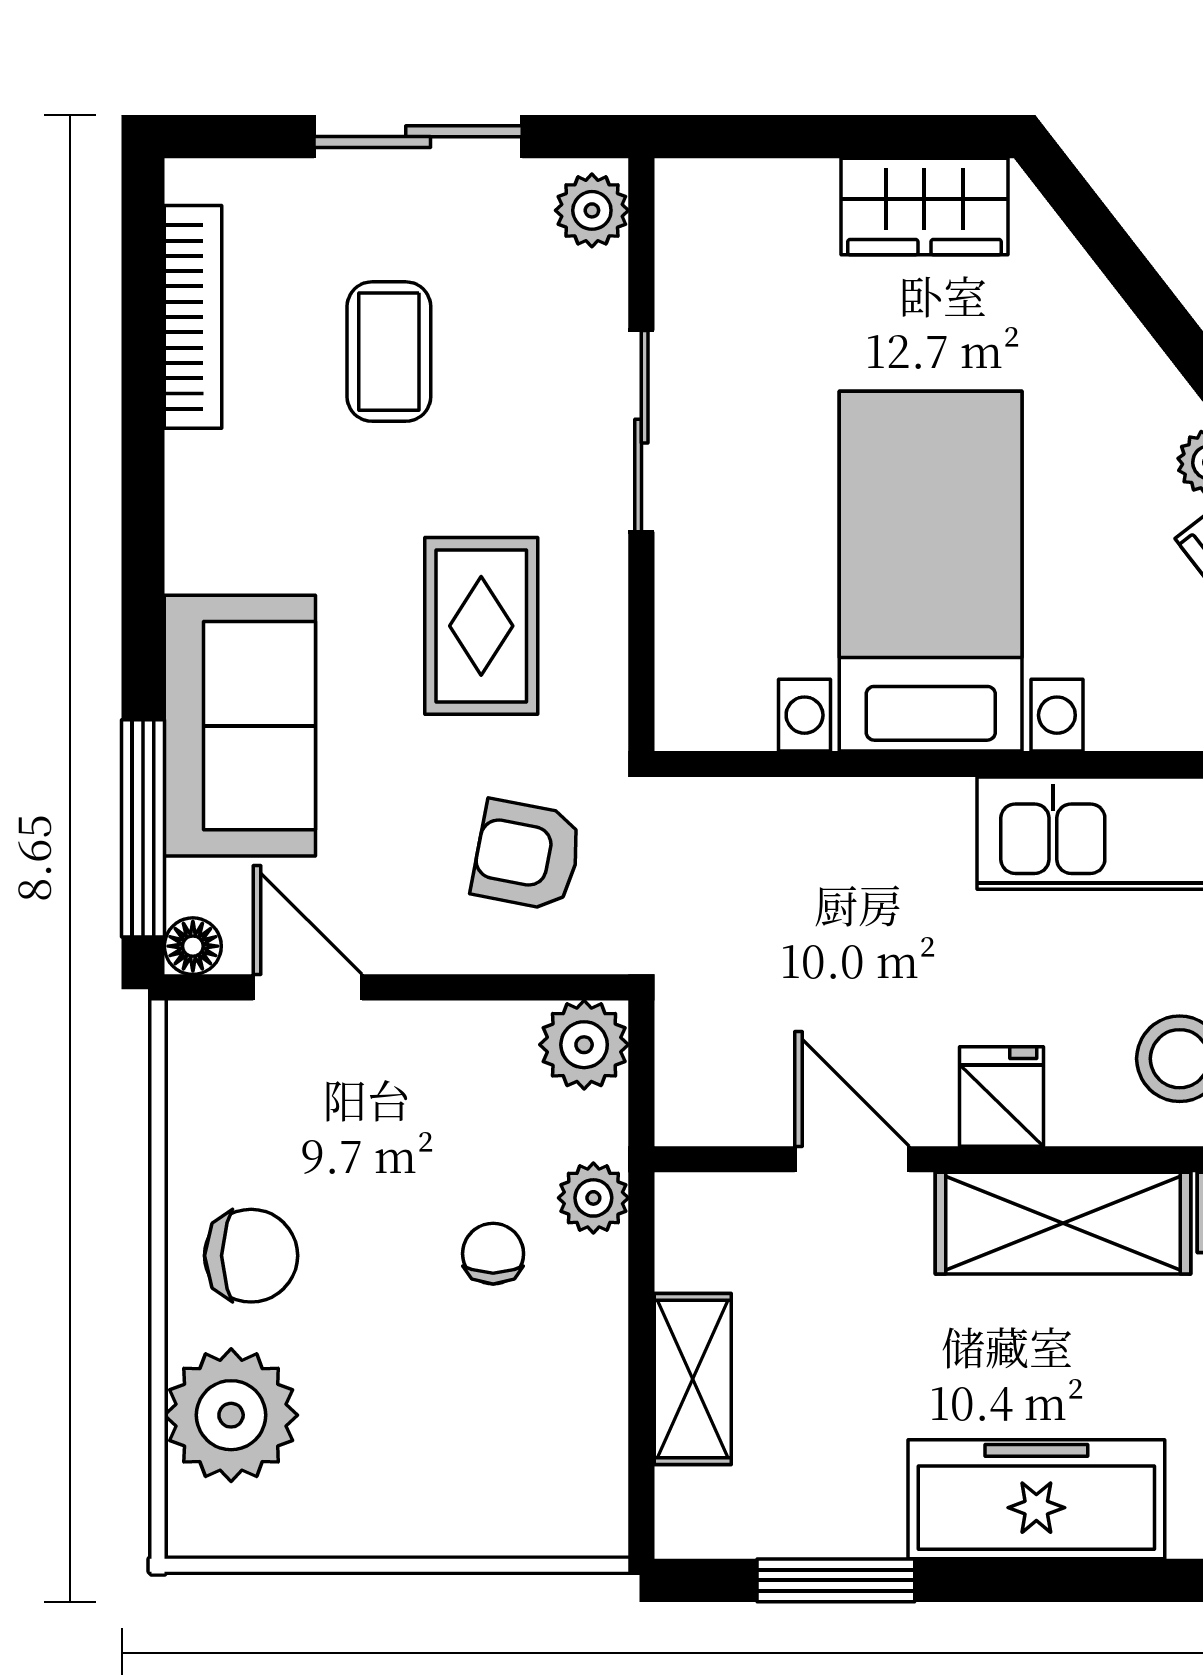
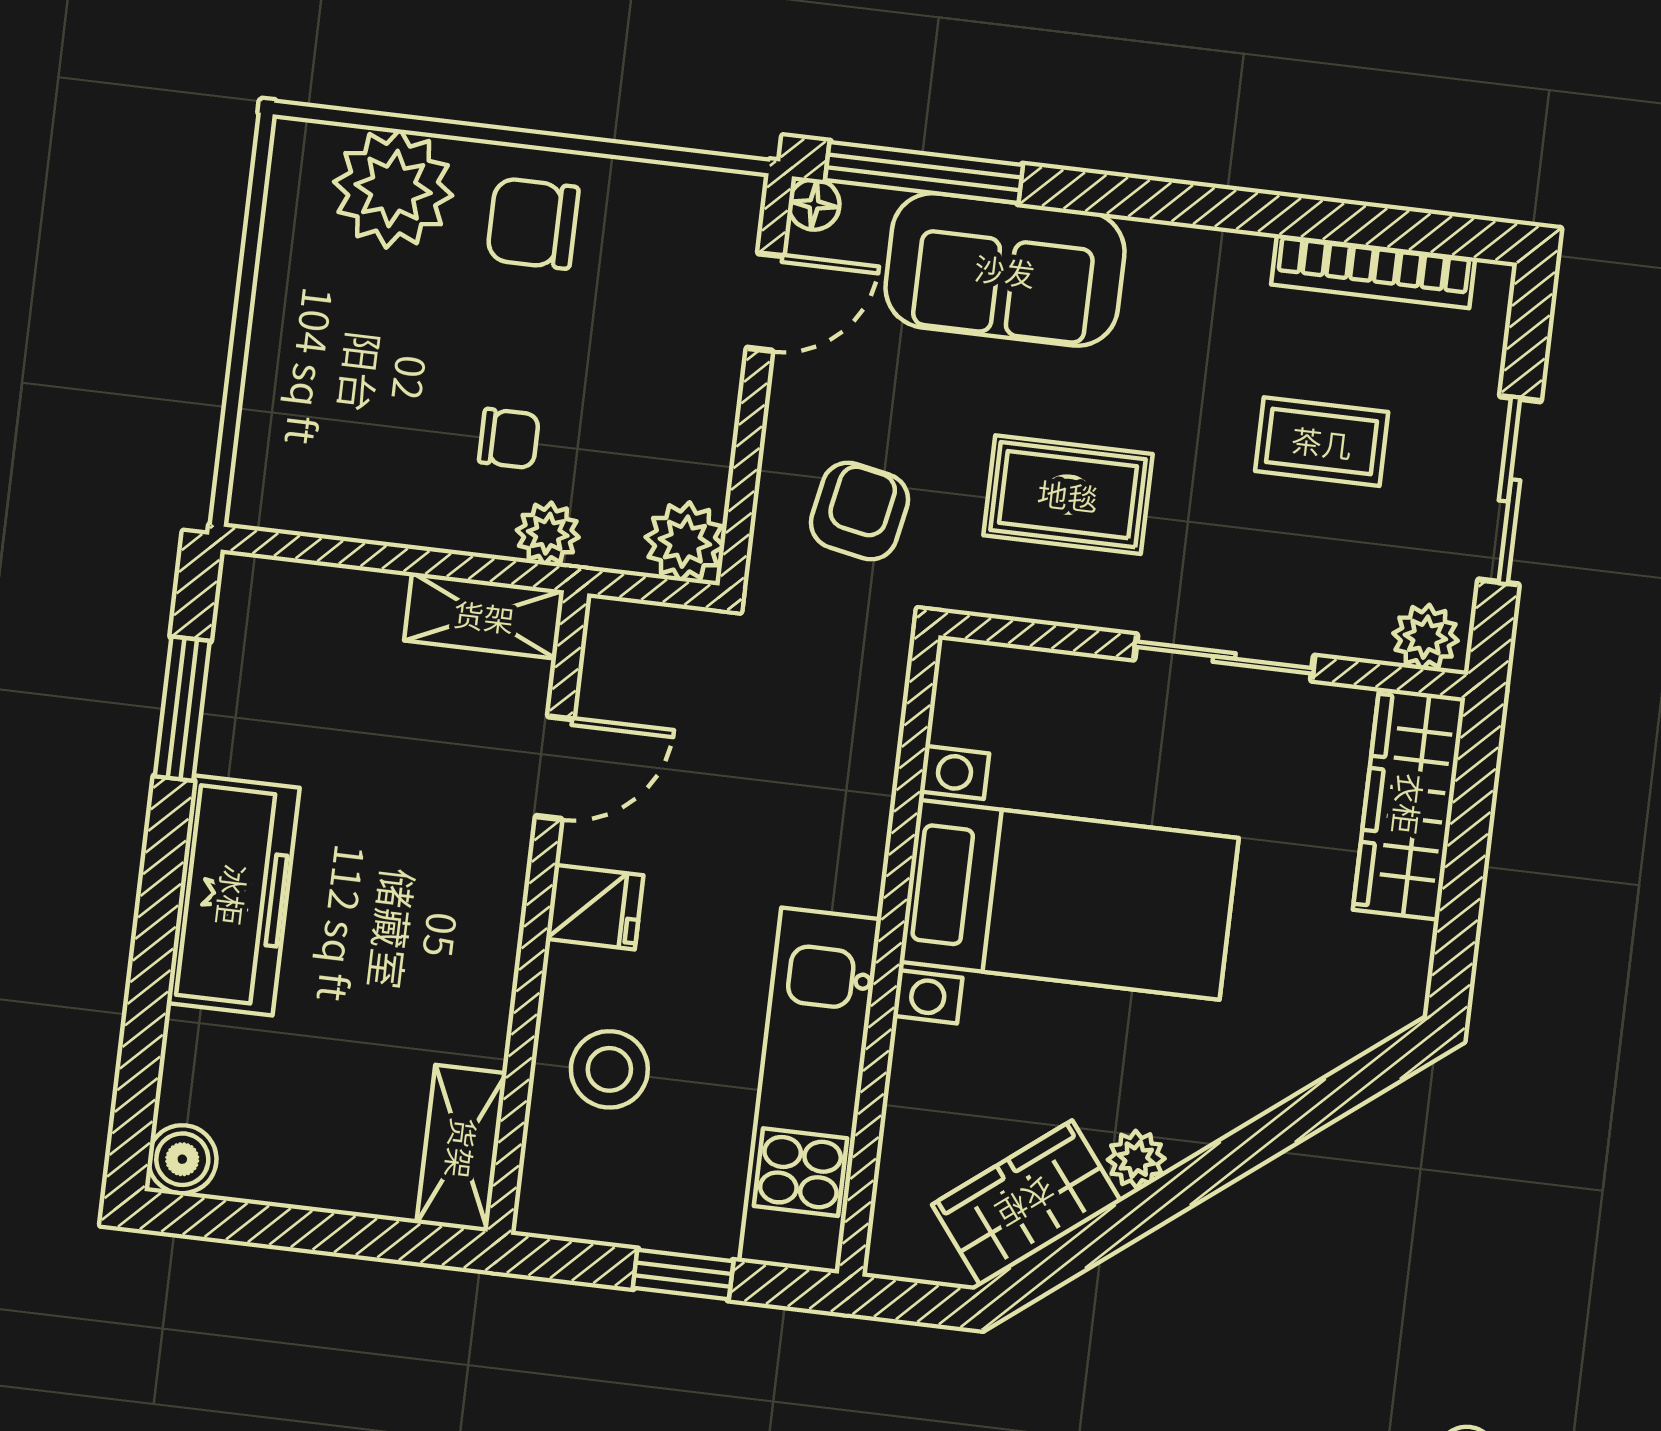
wardrobe: (924, 206) -> (1409, 804), moved, width x1.50
shelving: (1063, 1223) -> (476, 948), removed
chair: (251, 1256) -> (533, 223), turned 90
shelving: (693, 1379) -> (484, 616), moved

